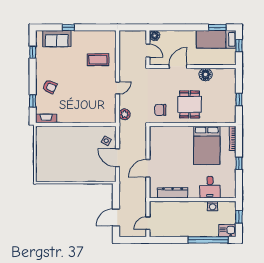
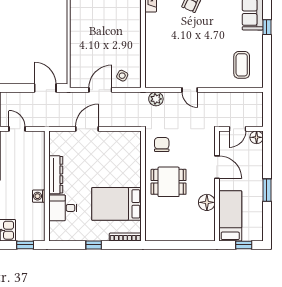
window: (217, 27) -> (267, 190), moved
bed: (216, 39) -> (230, 216), moved
coffee table: (98, 60) -> (242, 65), moved
window: (239, 99) -> (175, 245), removed
door: (148, 168) -> (87, 129), hinge flipped
dresser: (173, 193) -> (56, 175), moved
washing machine: (213, 206) -> (39, 196), moved
door: (116, 217) -> (45, 88), moved

